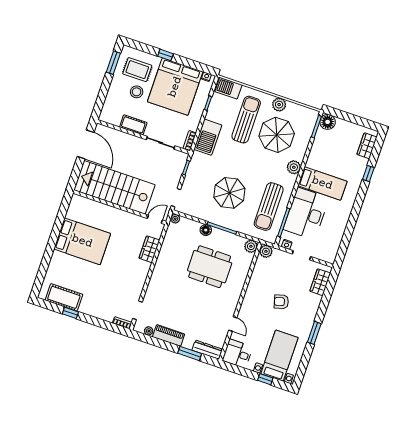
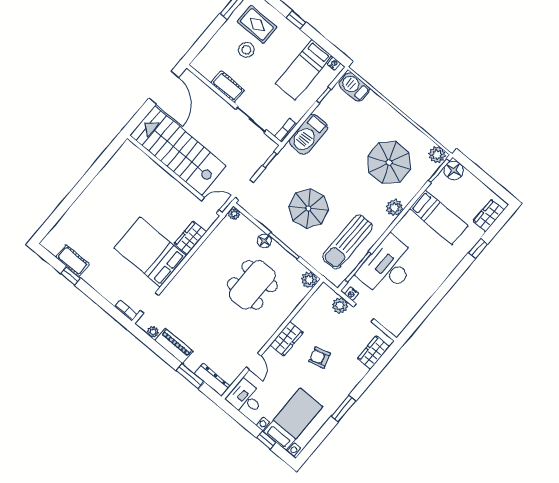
bed: (175, 87) -> (304, 70), width x0.49
plant: (279, 105) -> (437, 155), moved
sun lounger: (246, 120) -> (361, 131), removed
bed: (322, 183) -> (439, 217), moved
bed: (82, 241) -> (150, 252), moved, turned 180
plant: (266, 251) -> (340, 306), moved
dining table: (210, 267) -> (252, 285), turned 90
cot: (64, 297) -> (72, 261), width x0.73, depth x0.75
wardrobe: (251, 297) -> (287, 339), added

